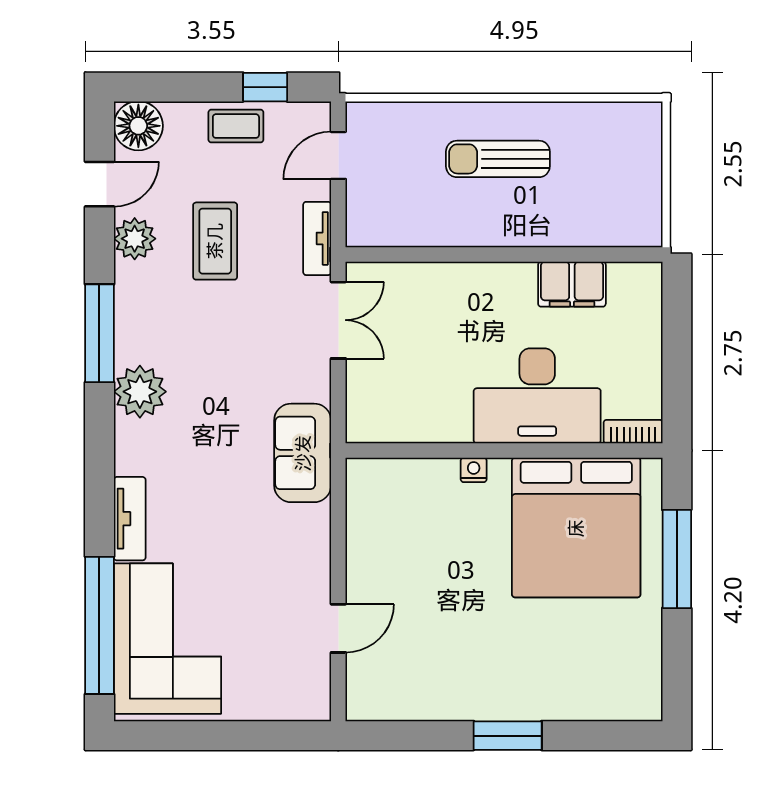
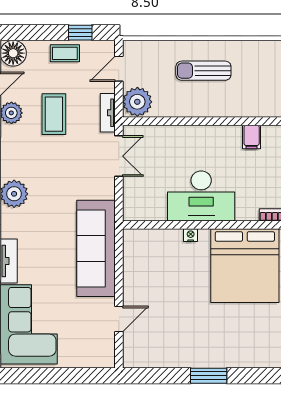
plant: (373, 218) -> (137, 102), added
filing cabinet: (572, 284) -> (252, 137), width x0.50
desk: (537, 396) -> (201, 196), moved
sofa: (303, 453) -> (96, 248), width x1.85, depth x1.27

